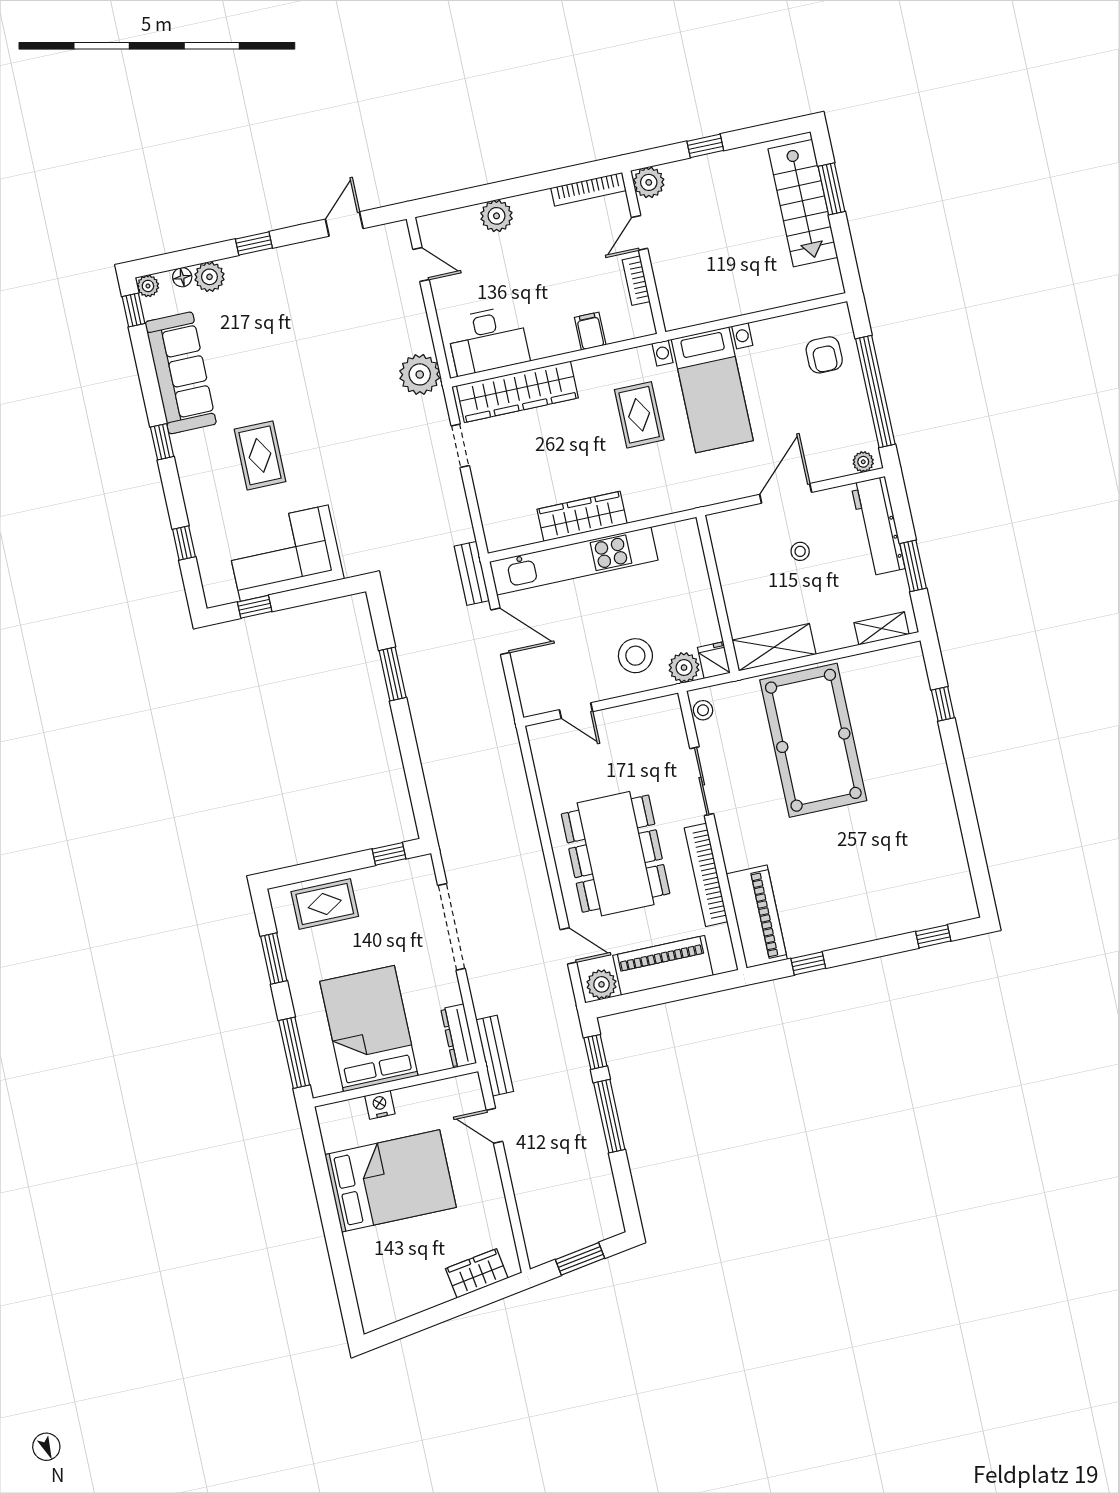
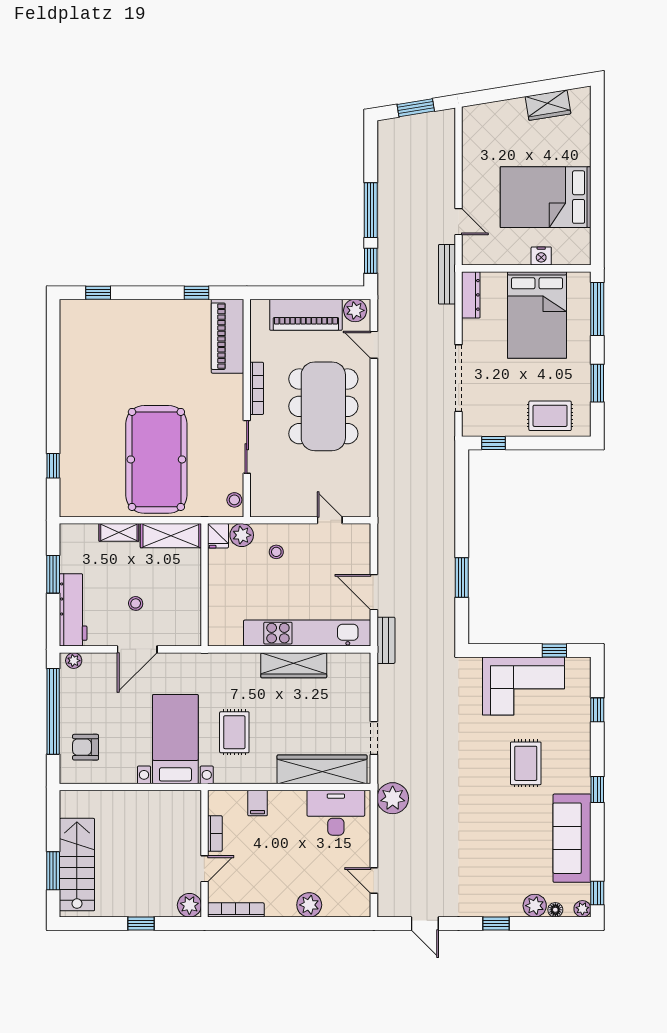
door: (344, 224) -> (425, 924), hinge flipped
armchair: (824, 355) -> (86, 747), turned -90
shelving: (882, 628) -> (119, 532), moved
stool: (635, 656) -> (276, 552), width x0.53, depth x0.53
bookcase: (706, 875) -> (257, 388), width x0.68, depth x0.76
wardrobe: (477, 1273) -> (548, 105), moved

